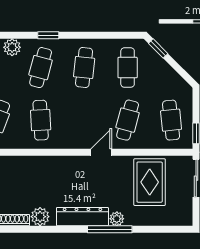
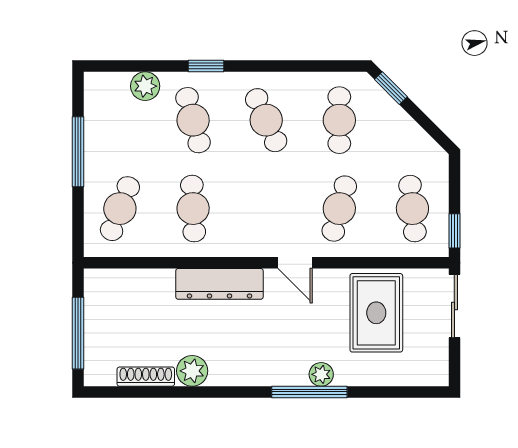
cafe table: (41, 68) -> (193, 120), turned -30
cafe table: (84, 68) -> (266, 120), turned -30
door: (101, 152) -> (295, 263), swing flipped
dresser: (82, 217) -> (219, 284), moved, turned 180

